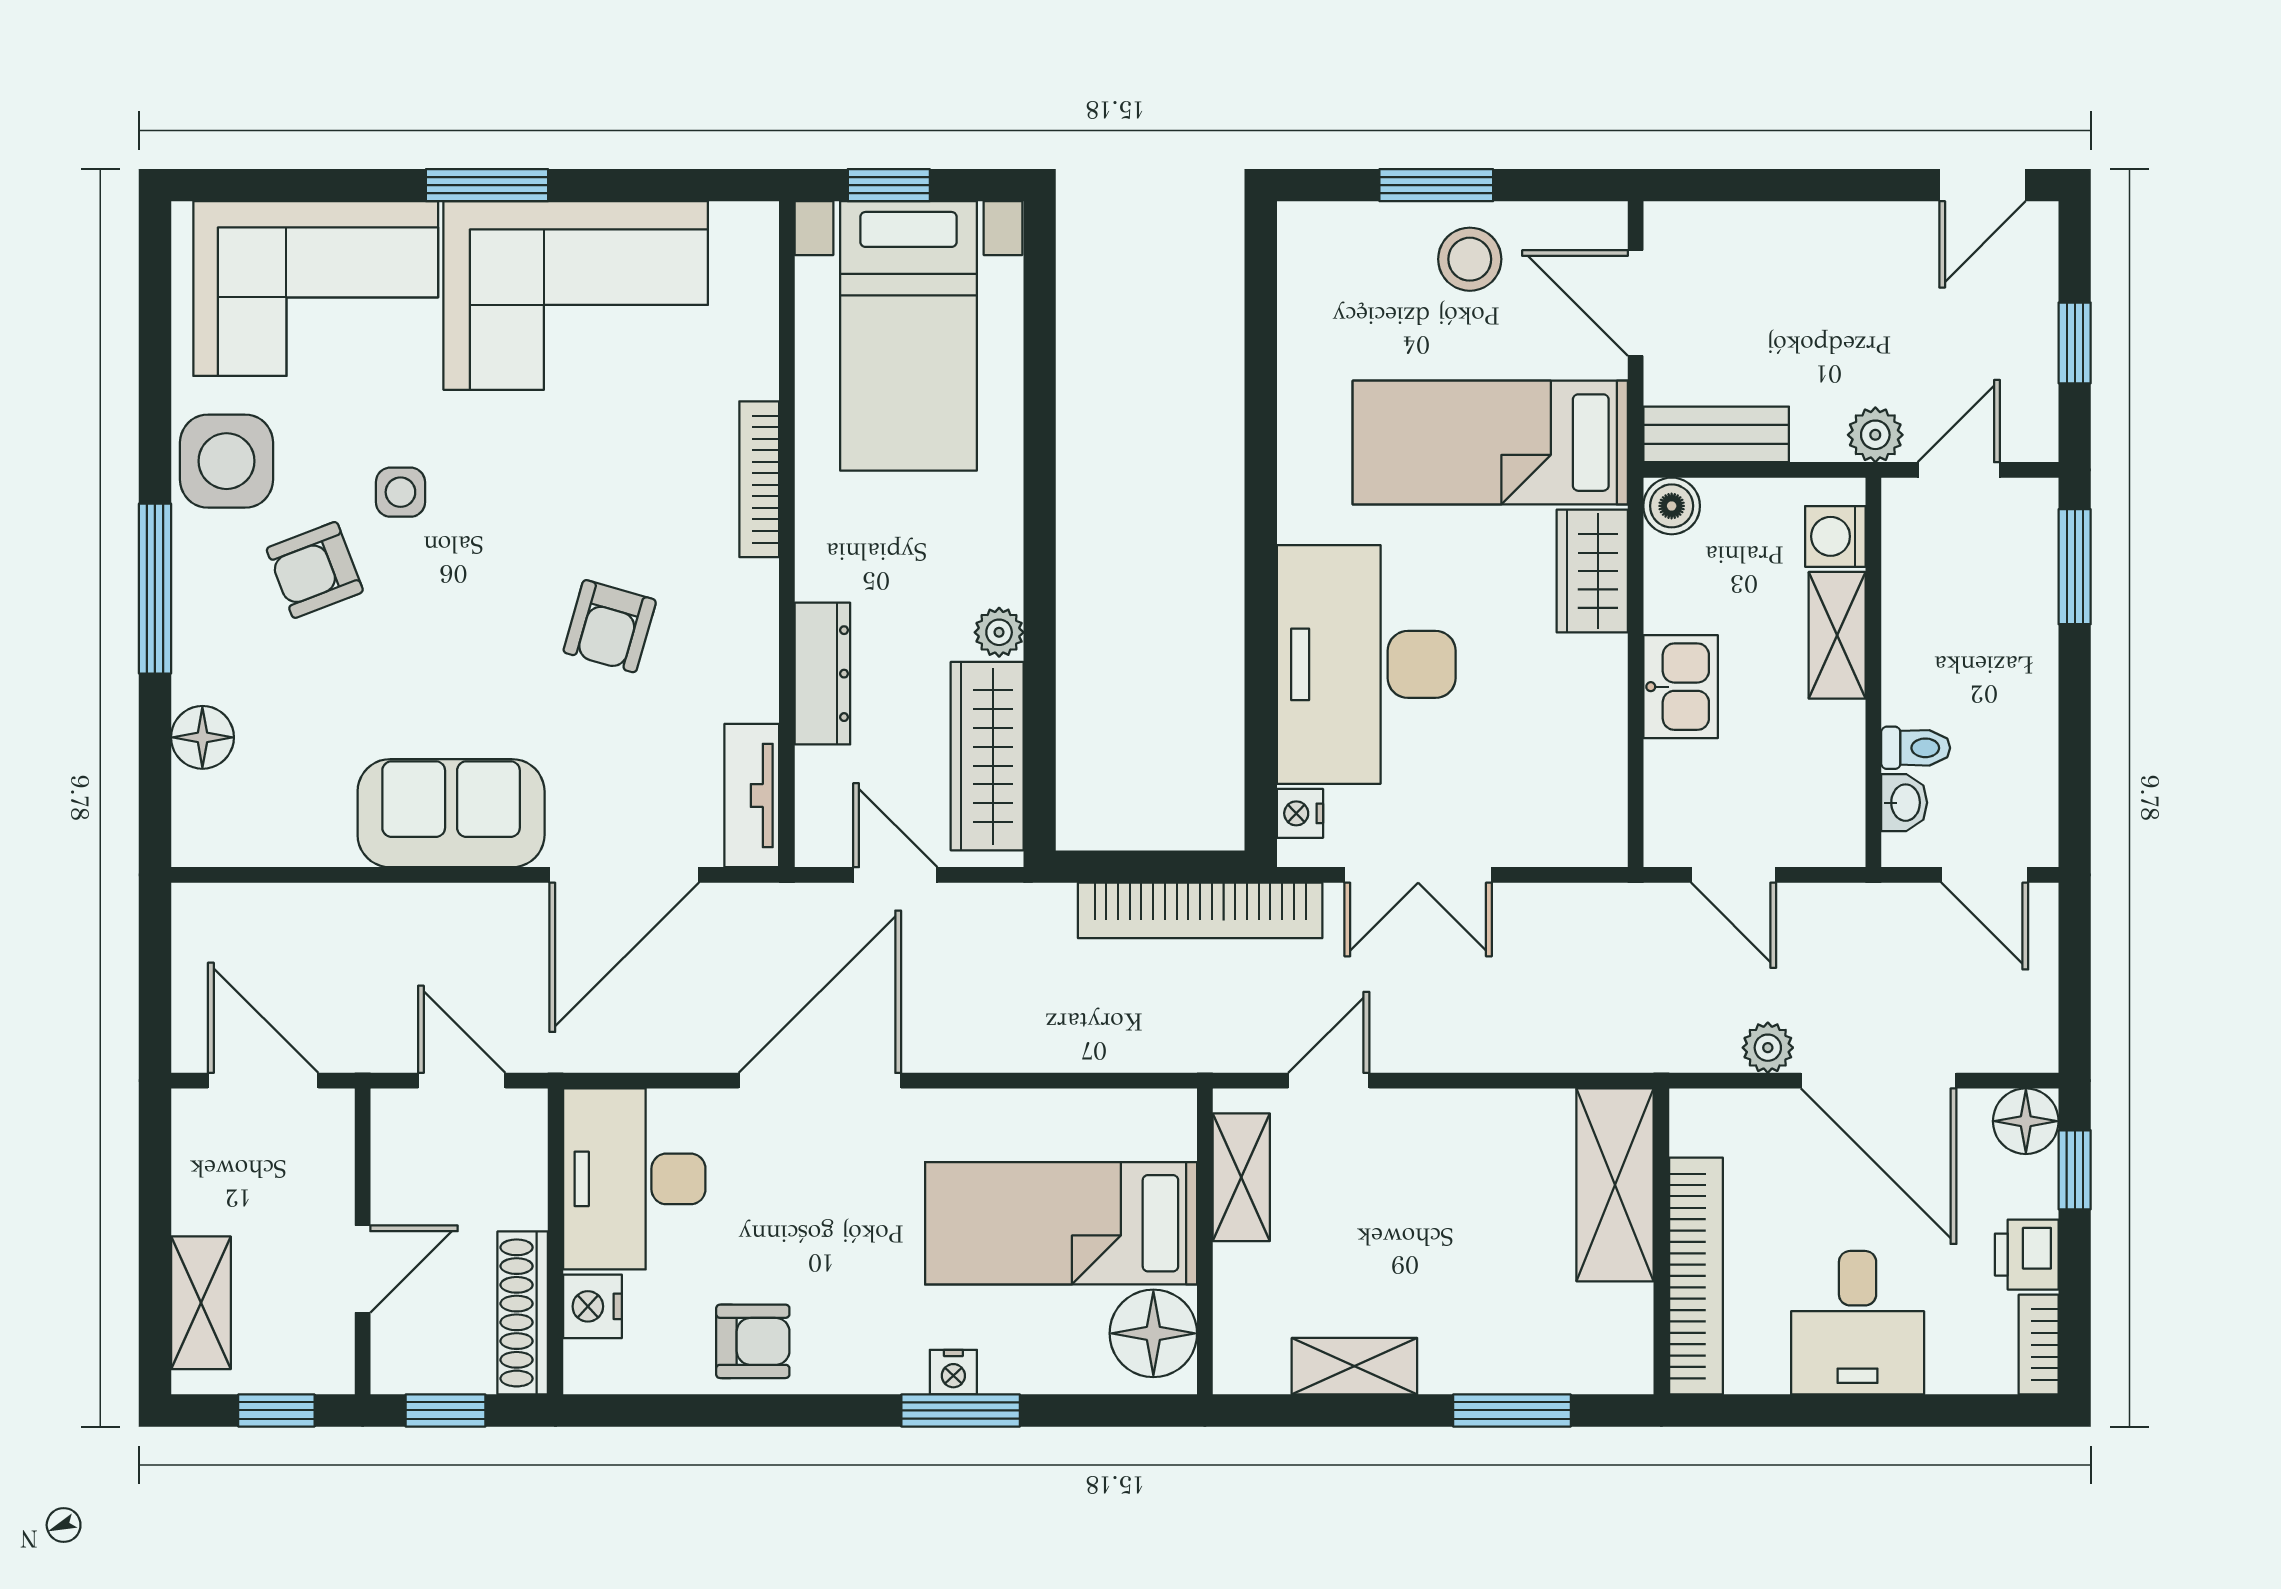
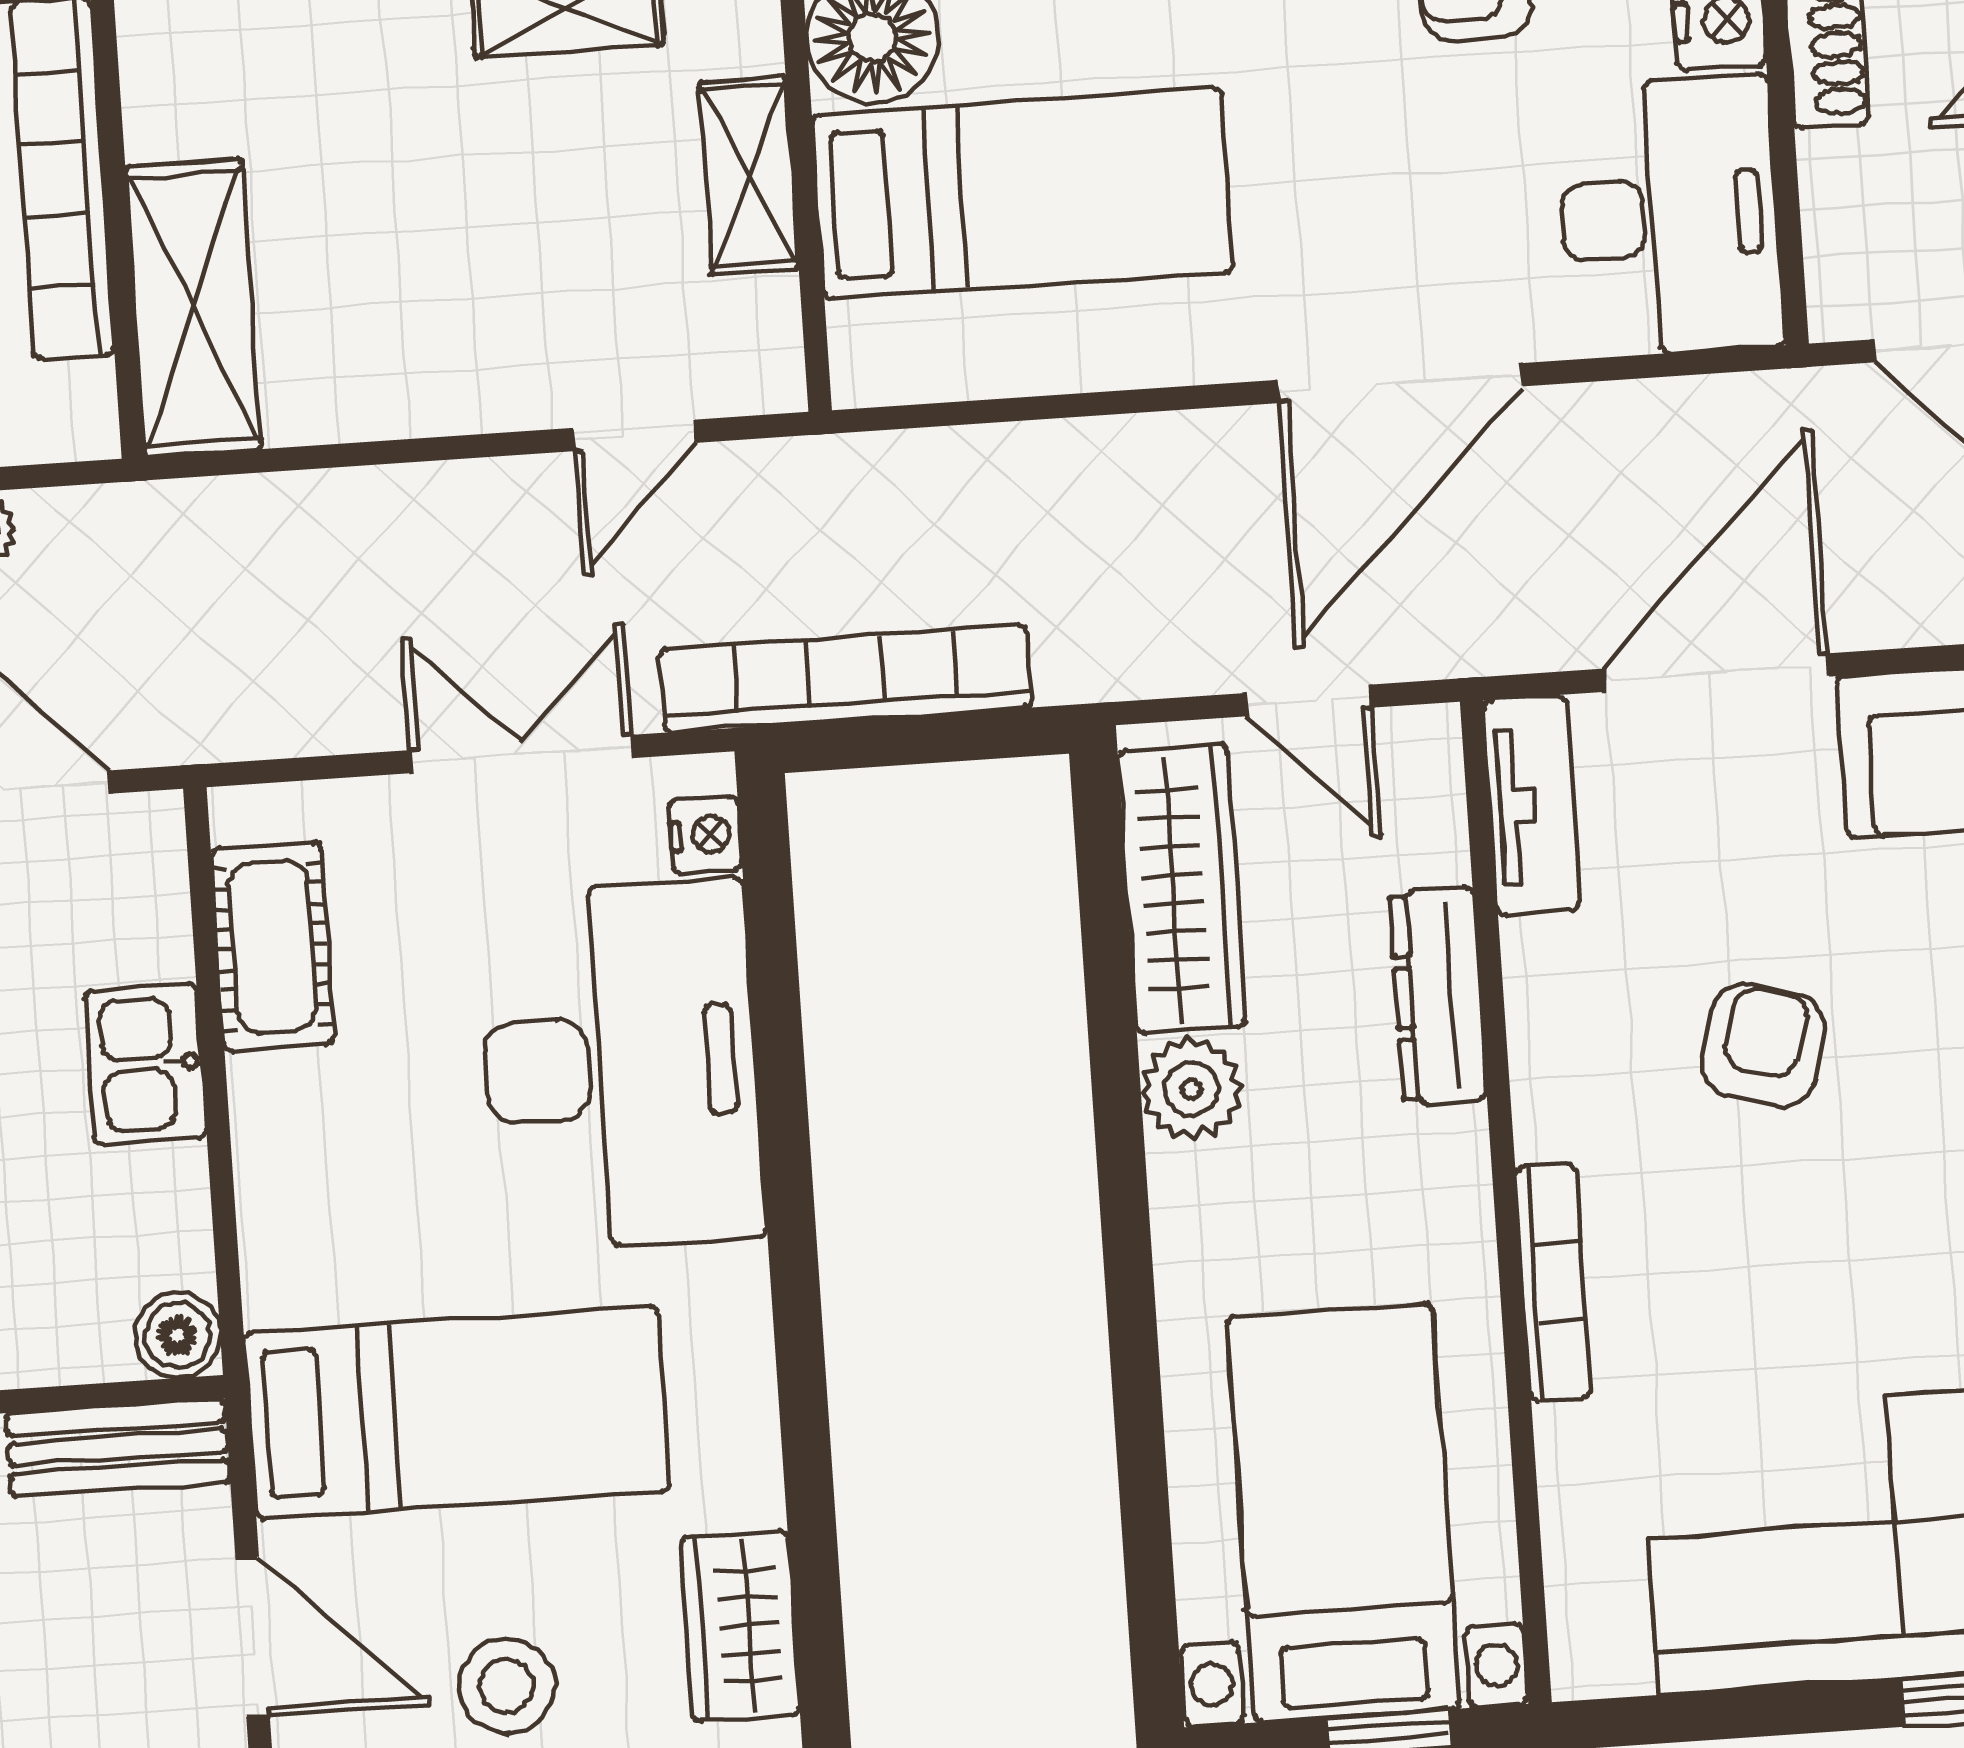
wardrobe: (1592, 571) -> (740, 1626), moved, turned 180
plant: (999, 632) -> (1191, 1089), width x1.38, depth x1.38
cot: (1591, 759) -> (273, 947), added
shelving: (1241, 1177) -> (749, 175), moved

